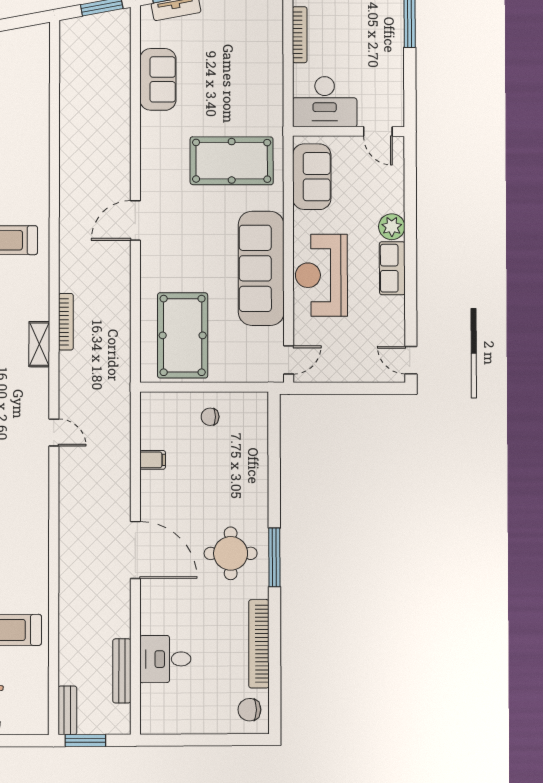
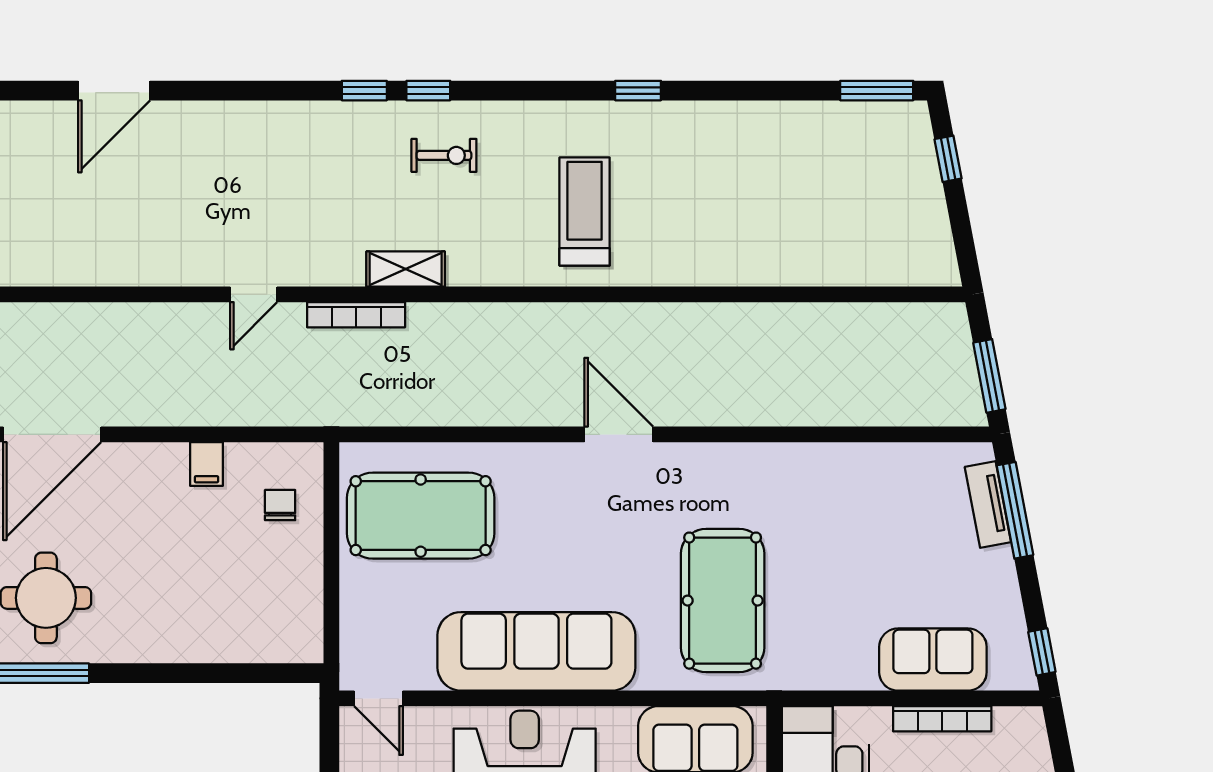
sofa: (158, 79) -> (933, 660), moved, turned 180
bookcase: (66, 322) -> (356, 315), moved
chair: (210, 417) -> (280, 505), moved

